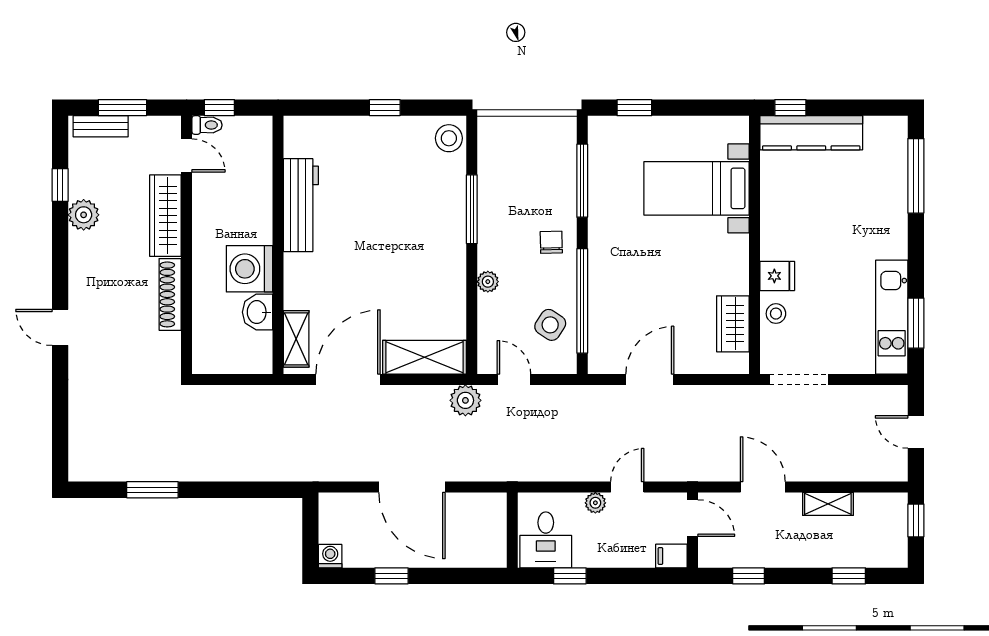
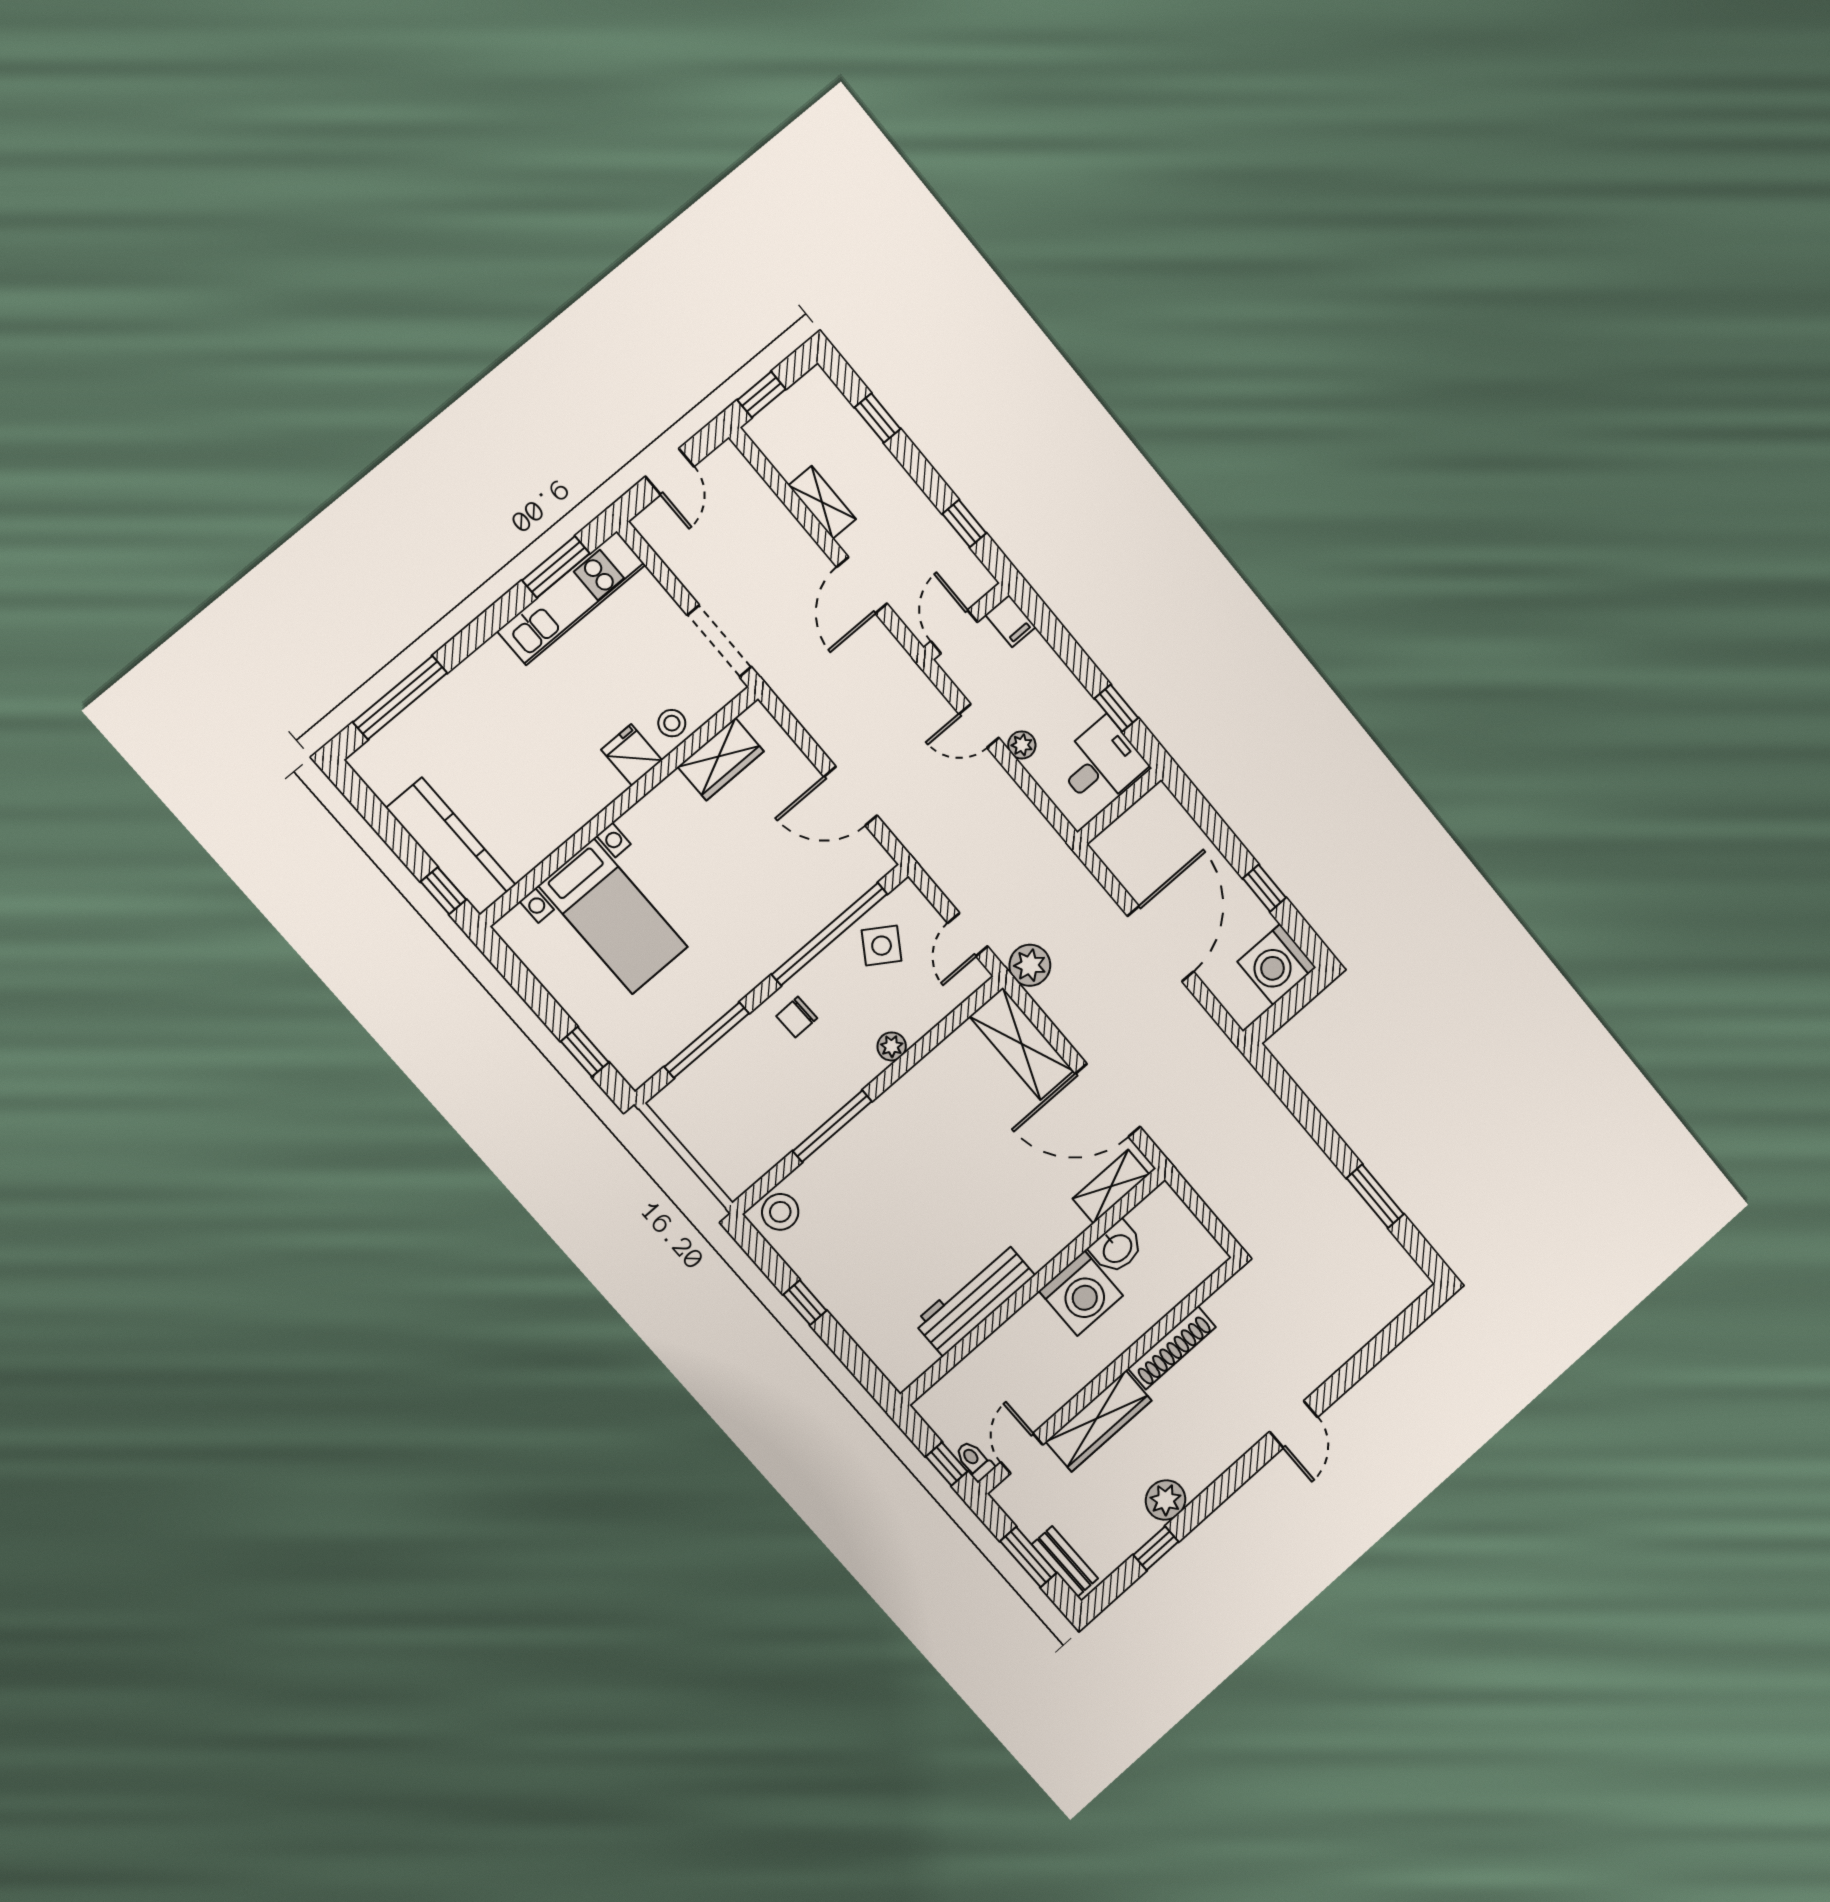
washing machine: (330, 556) -> (1277, 964), width x1.89, depth x1.89

